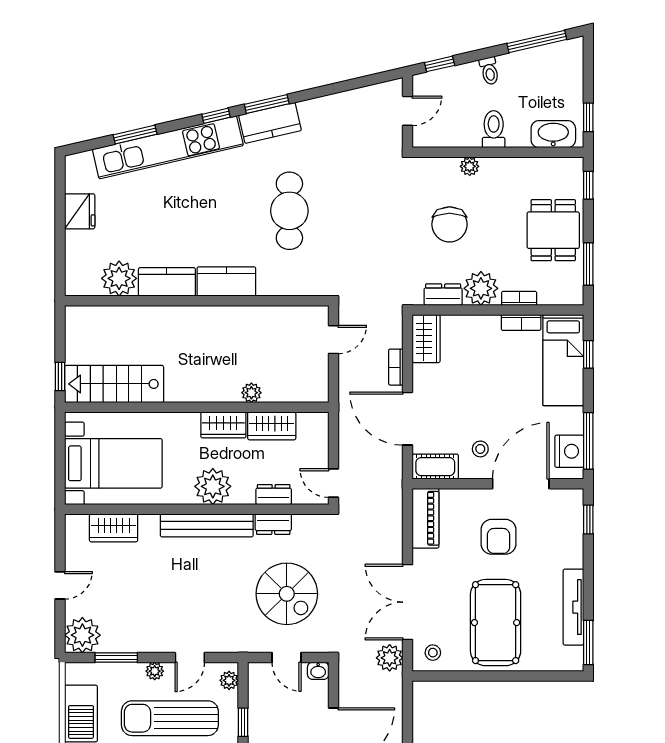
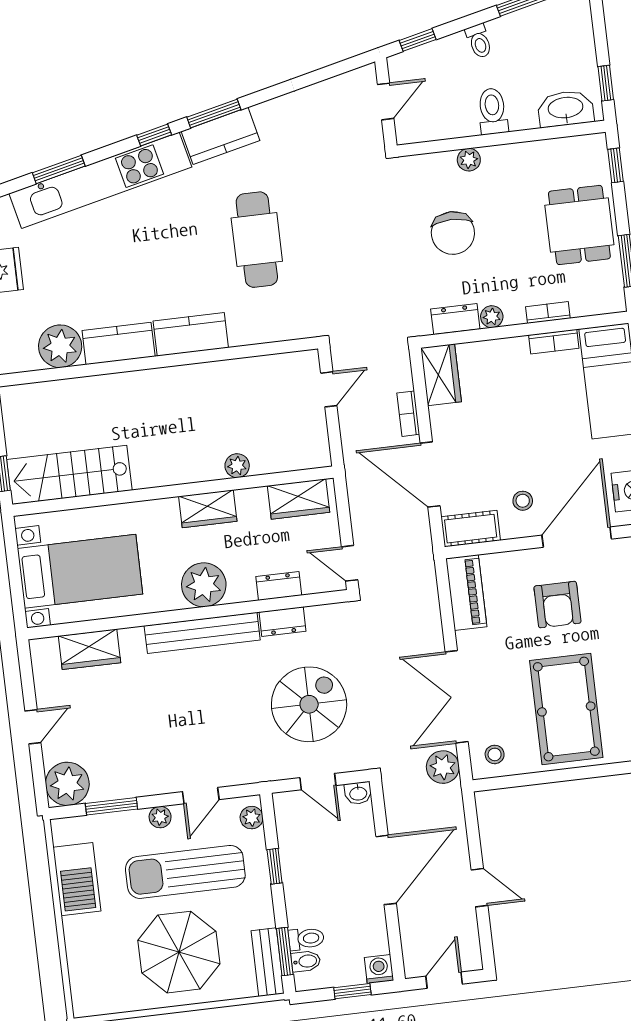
plant: (481, 288) -> (492, 317), width x0.53, depth x0.53
wardrobe: (272, 426) -> (299, 499), moved
spiral stairs: (287, 594) -> (309, 704), turned -90

